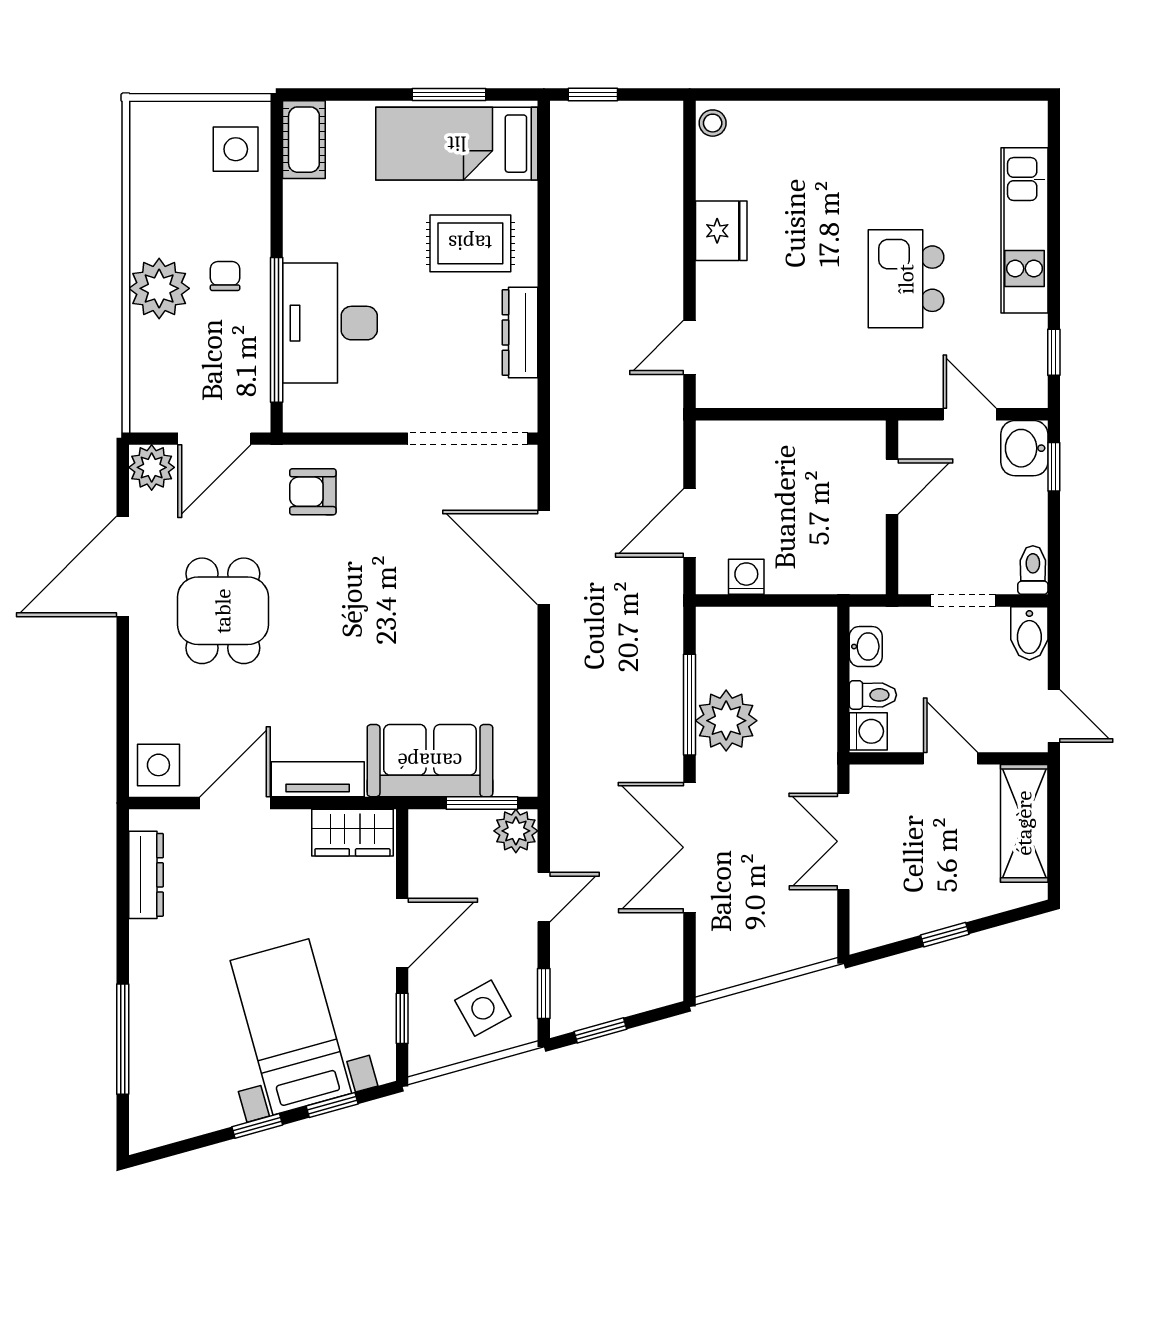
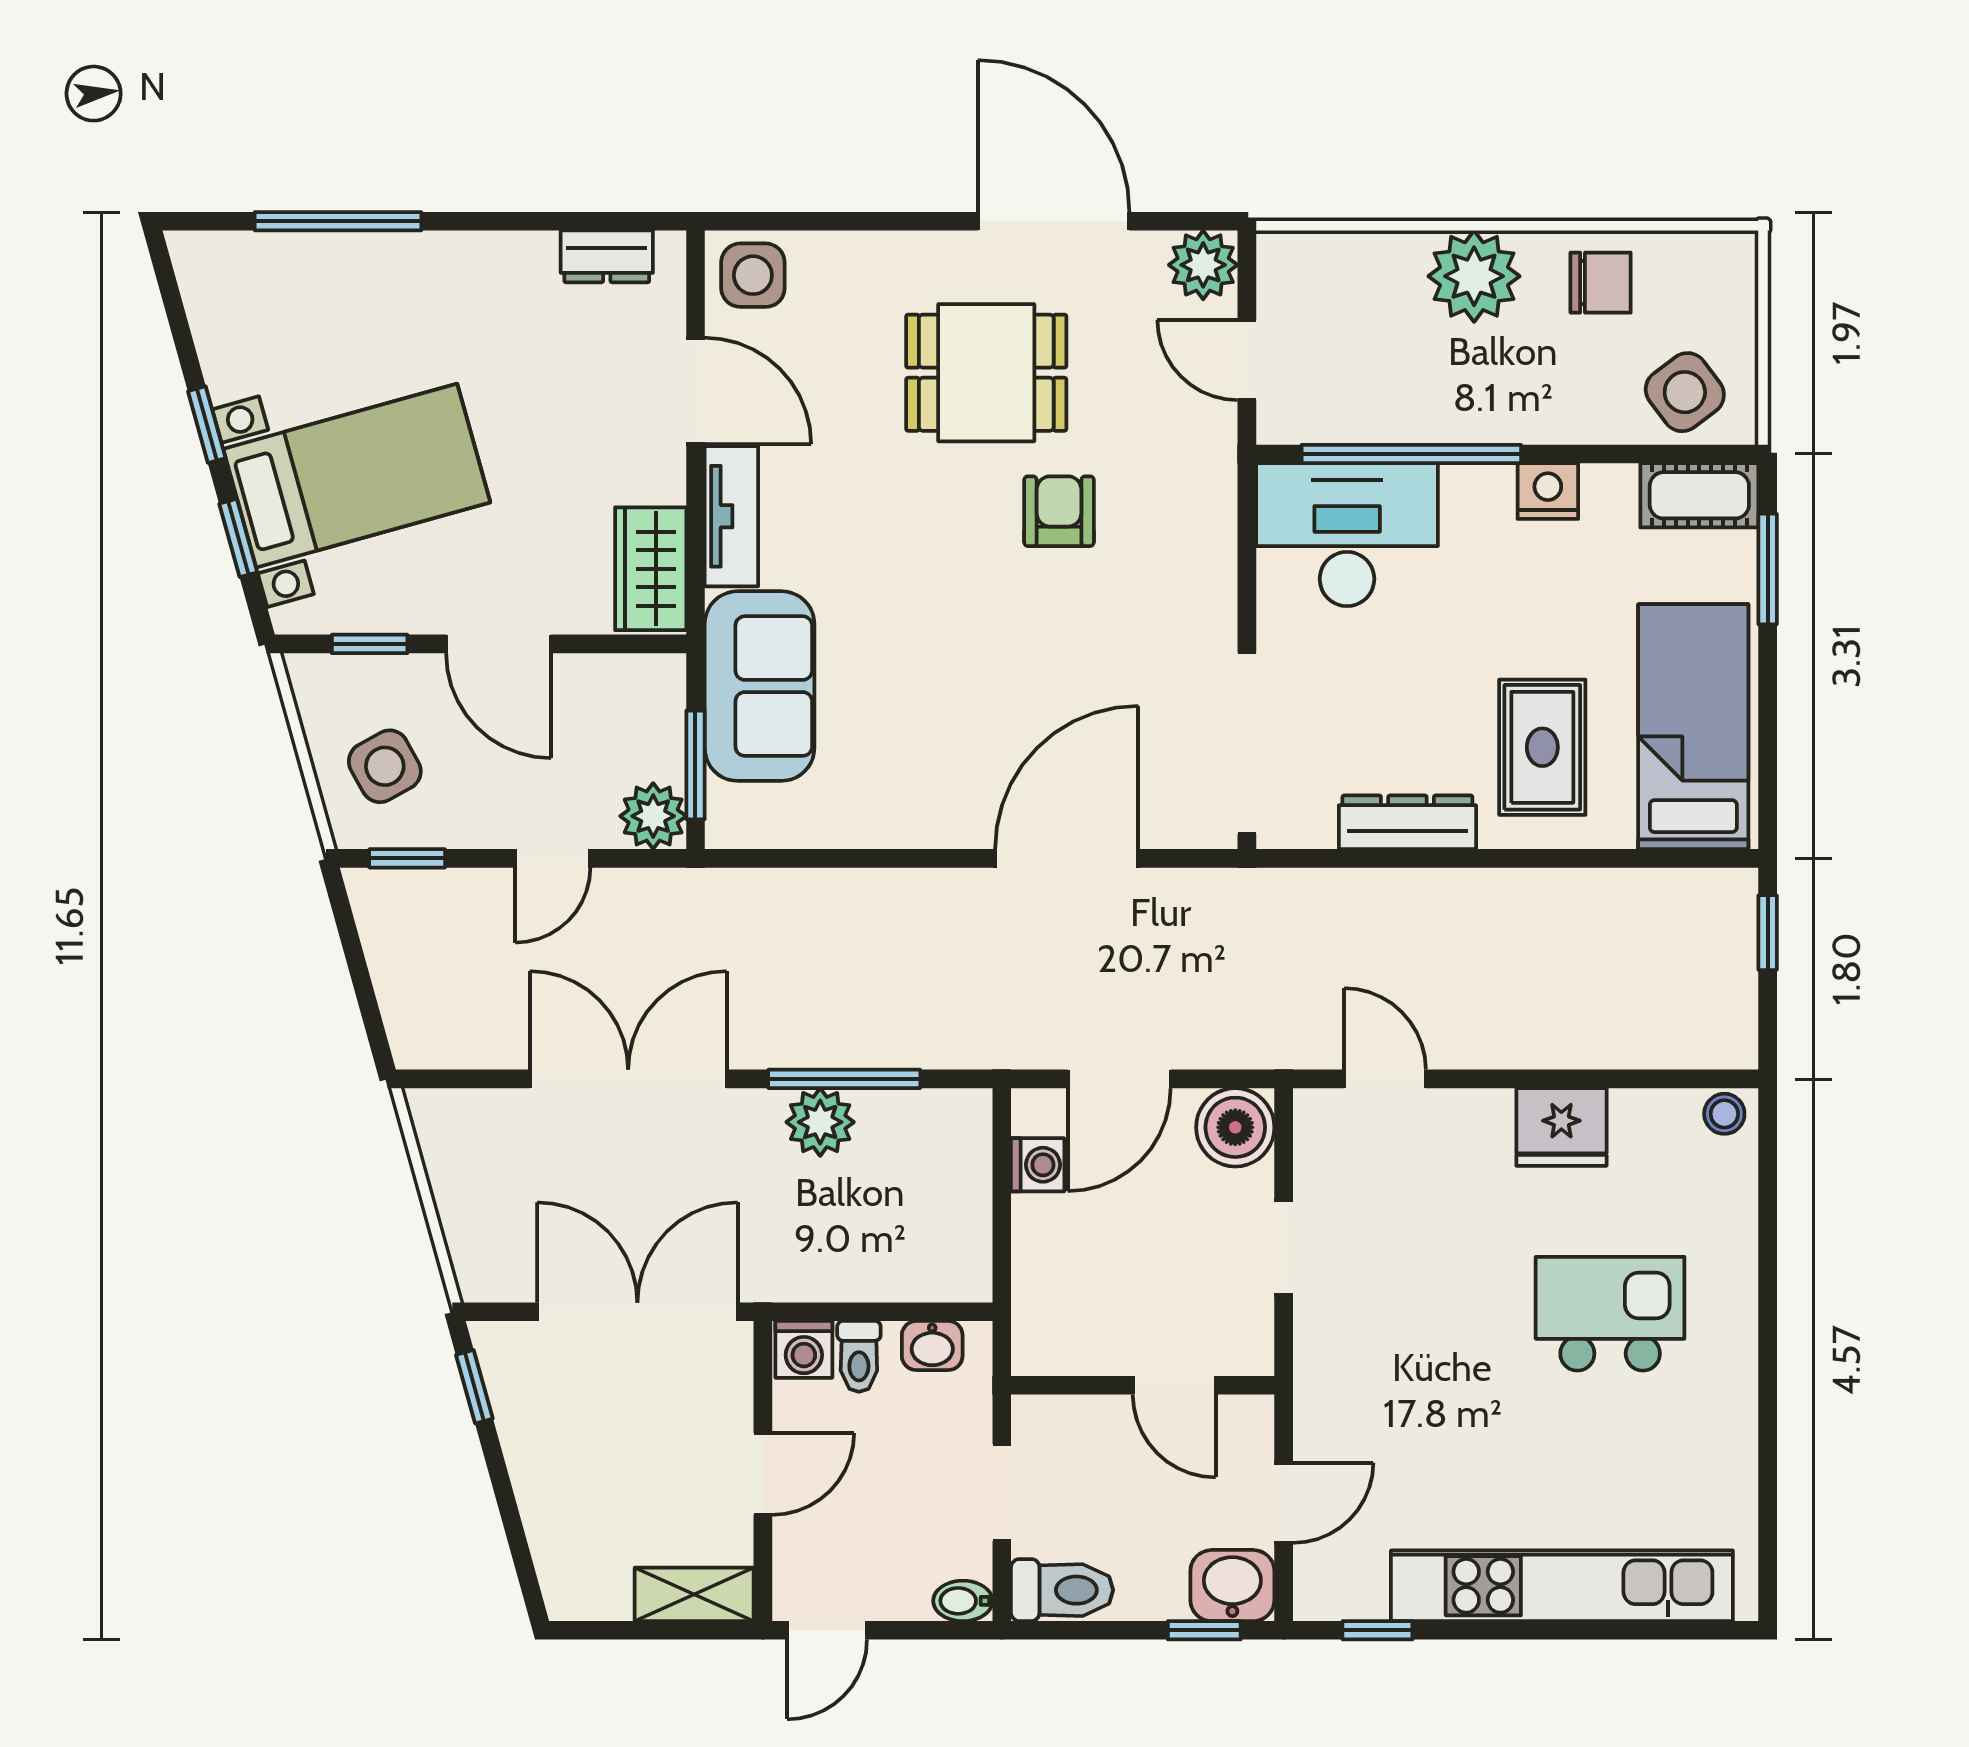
window: (449, 94) -> (1768, 569), moved
side table: (236, 149) -> (1685, 392), turned -37
kitchen unit: (1024, 230) -> (1562, 1586), width x1.36
nightstand: (301, 240) -> (1548, 491), added
chair: (225, 276) -> (1601, 283), moved, width x1.37, depth x1.37
kitchen island: (906, 279) -> (1610, 1314), moved
desk: (330, 323) -> (1347, 535), moved
doorway: (801, 414) -> (1284, 1248), added
door: (214, 439) -> (1247, 360), width x0.73
boiler: (722, 446) -> (1235, 1127), added
armchair: (313, 492) -> (1059, 511), moved
door: (690, 523) -> (1119, 1079), swing flipped
toilet: (1033, 570) -> (1062, 1590), width x1.37, depth x1.39
bidet: (1029, 633) -> (963, 1601), width x0.72, depth x0.74
plant: (726, 721) -> (820, 1122), width x0.73, depth x0.73
shelving: (1024, 823) -> (694, 1594), width x0.67, depth x0.75
double door: (843, 841) -> (637, 1312), width x1.37
dresser: (146, 875) -> (607, 256), width x0.70
door: (544, 897) -> (553, 858), hinge flipped
window: (945, 935) -> (474, 1387), moved
window: (600, 1030) -> (351, 944), removed

